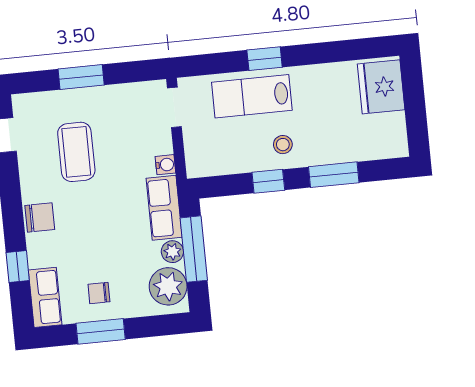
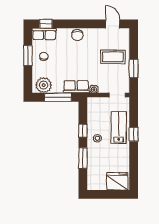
window: (81, 77) -> (134, 69), moved
coffee table: (76, 152) -> (113, 57), moved
plant: (172, 252) -> (58, 88), removed
window: (18, 266) -> (46, 24), moved

